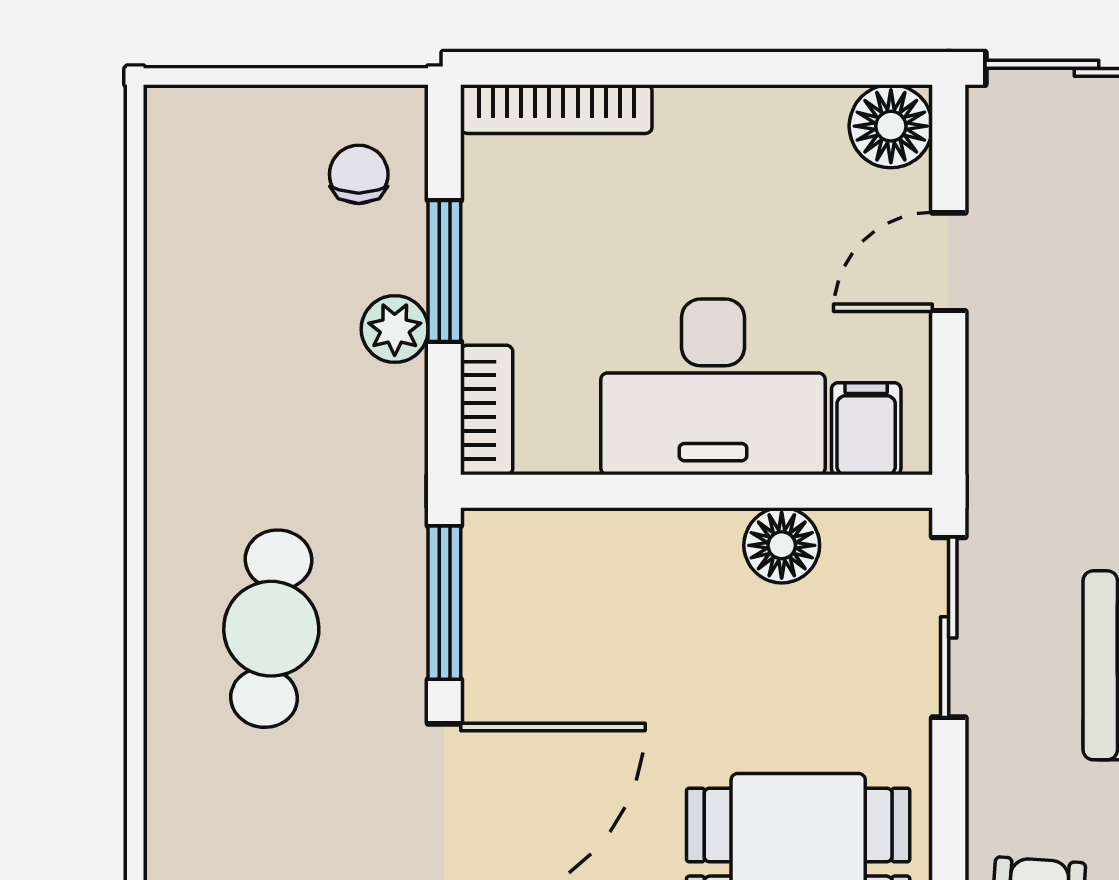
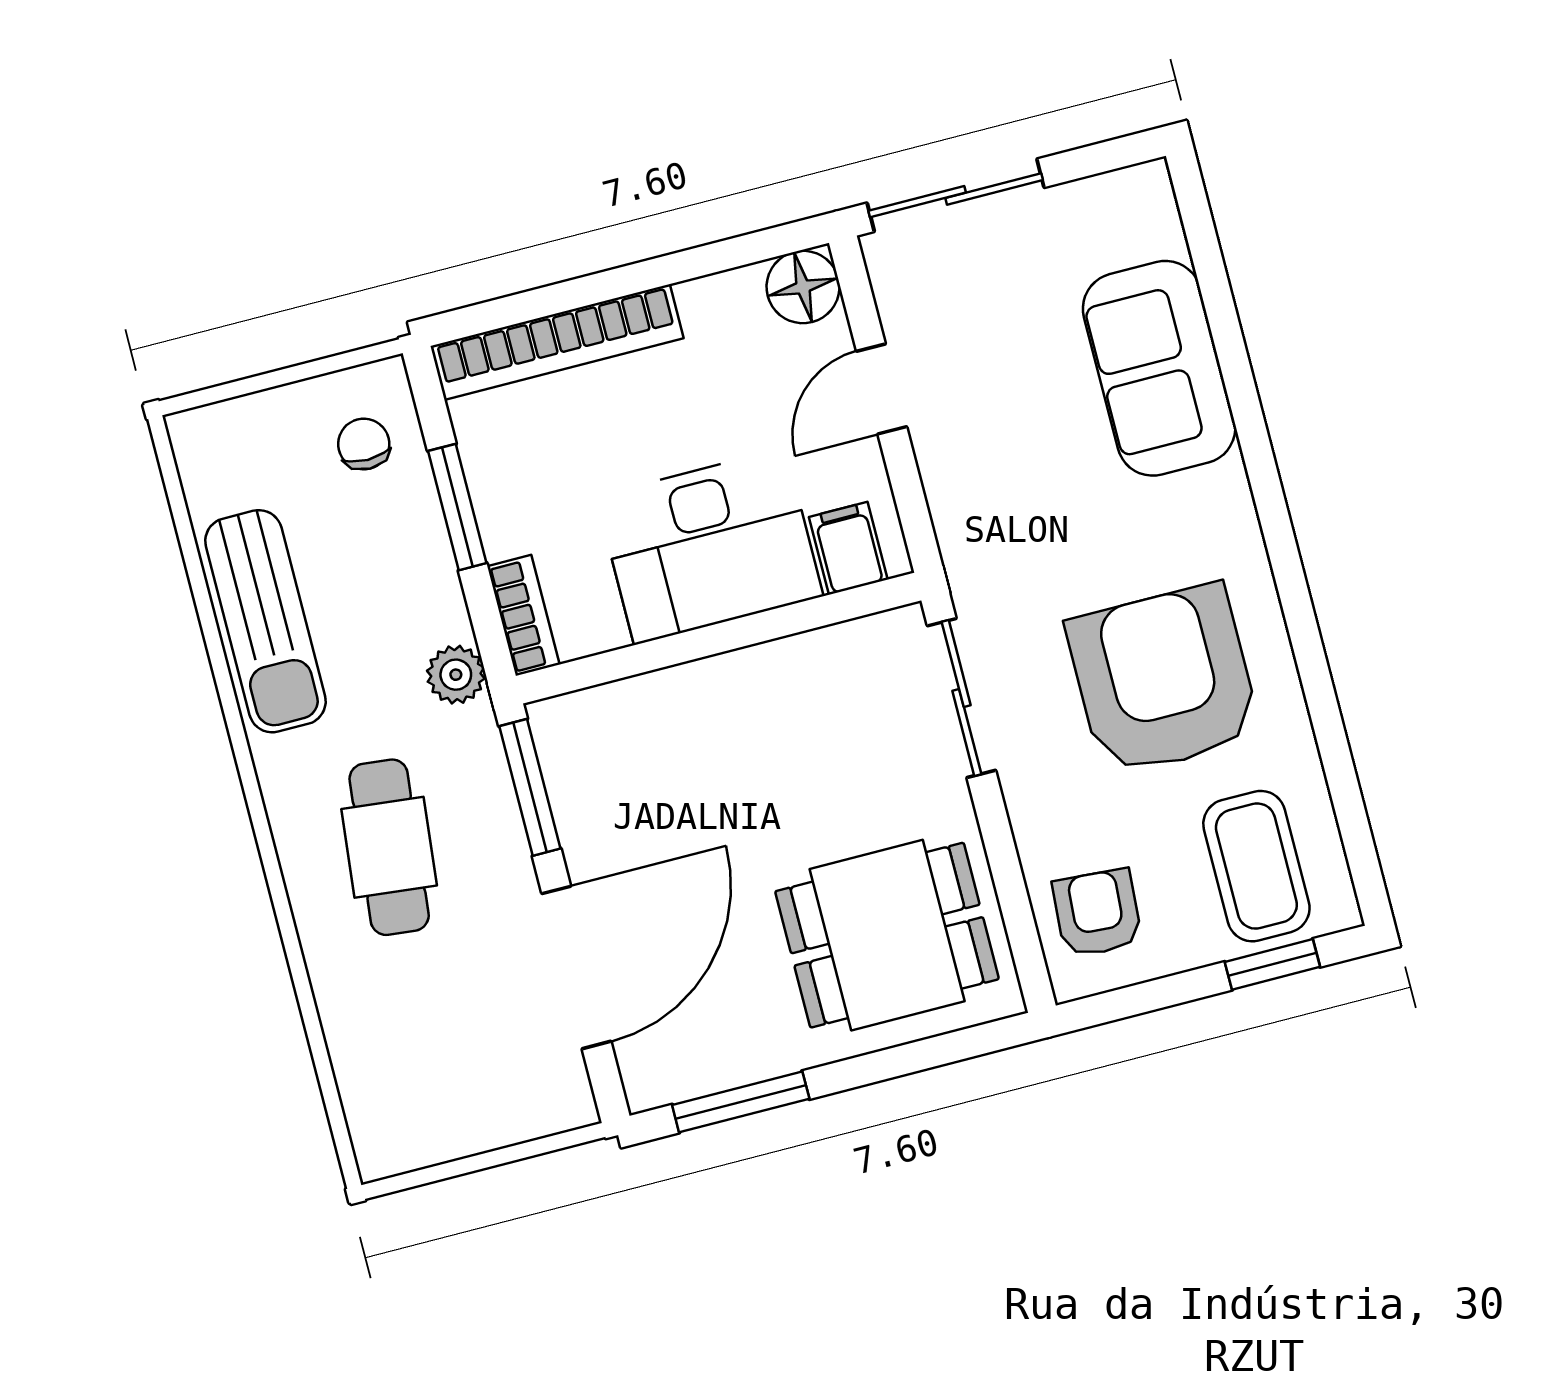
bookcase: (556, 109) -> (557, 342), width x1.48, depth x1.31
plant: (395, 329) -> (456, 675), moved
sun lounger: (199, 343) -> (265, 621), added
floor lamp: (782, 545) -> (802, 665), removed

